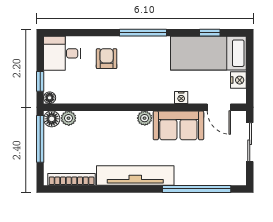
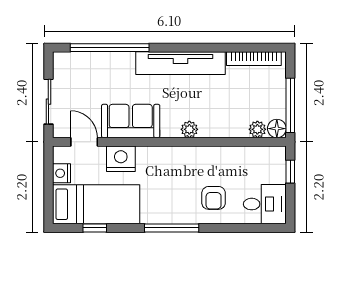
floor lamp: (50, 98) -> (279, 153), removed
nightstand: (181, 98) -> (121, 159), width x1.89, depth x1.79
plant: (145, 118) -> (189, 129), moved

